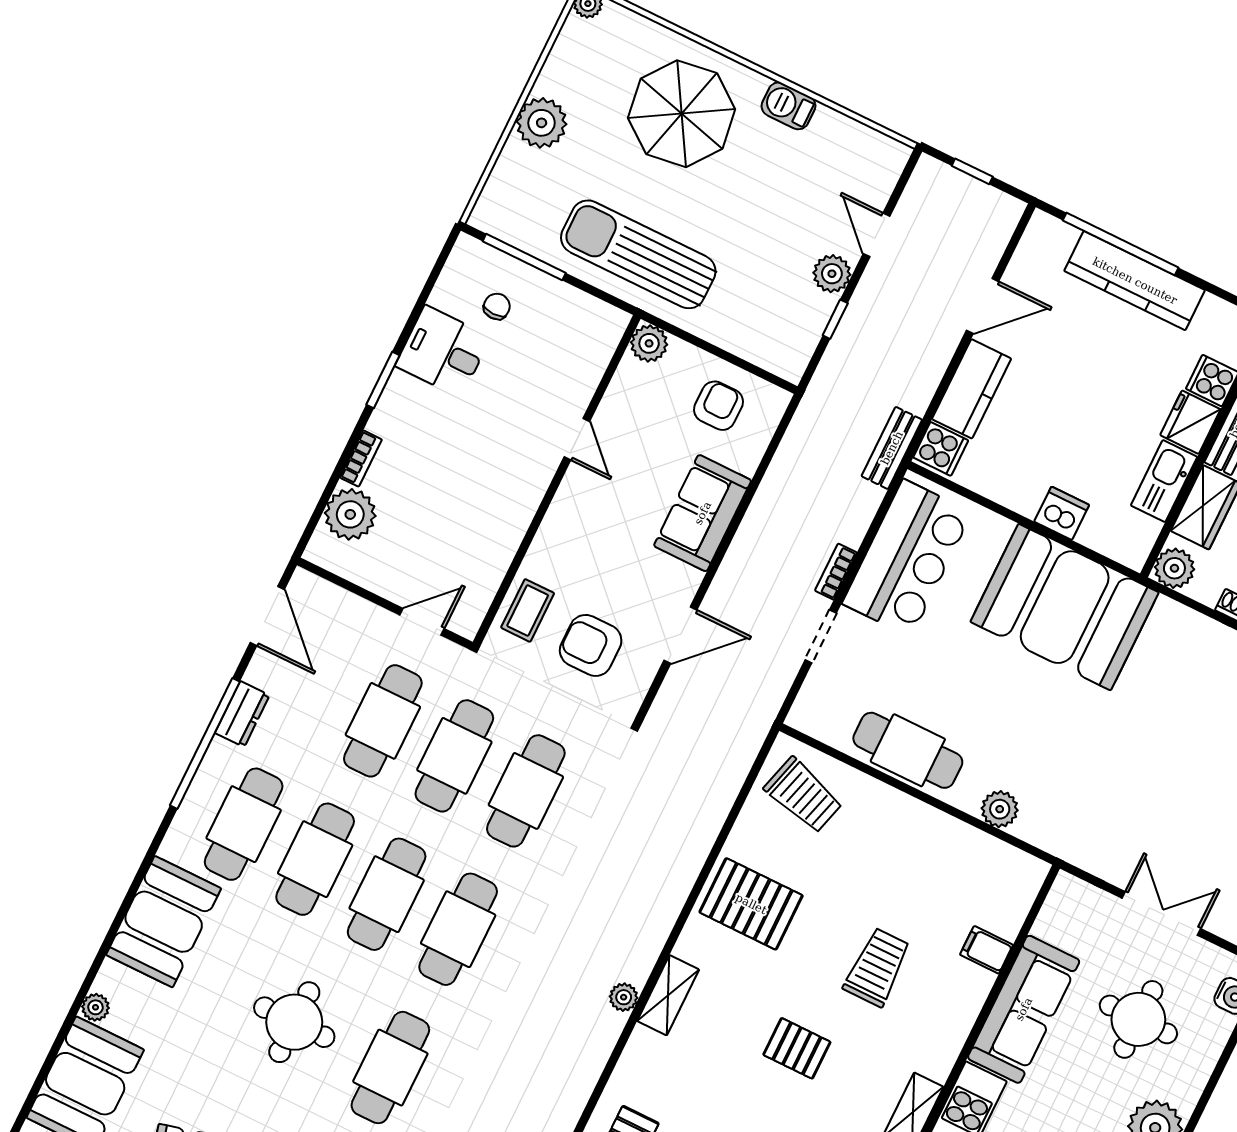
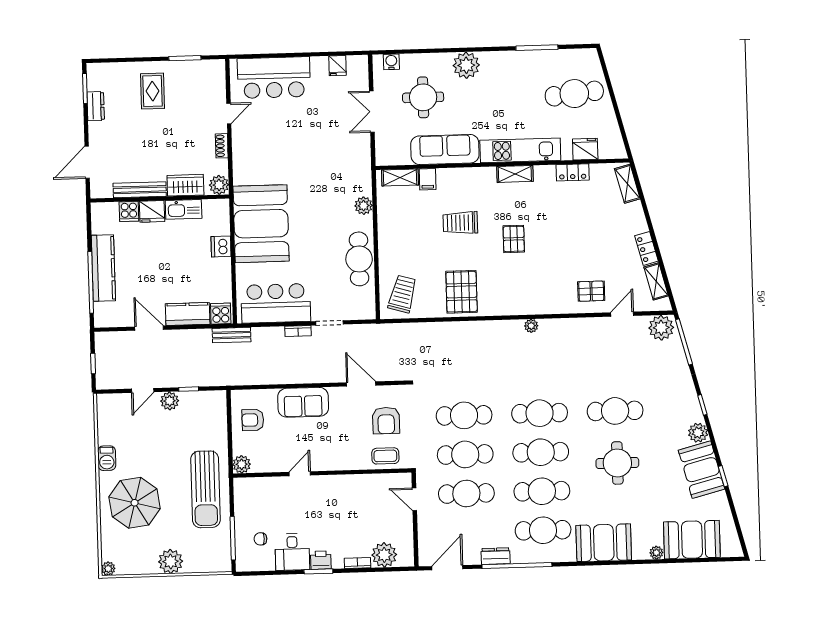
printer: (401, 395) -> (321, 560), added
shelving: (668, 995) -> (400, 177), moved

